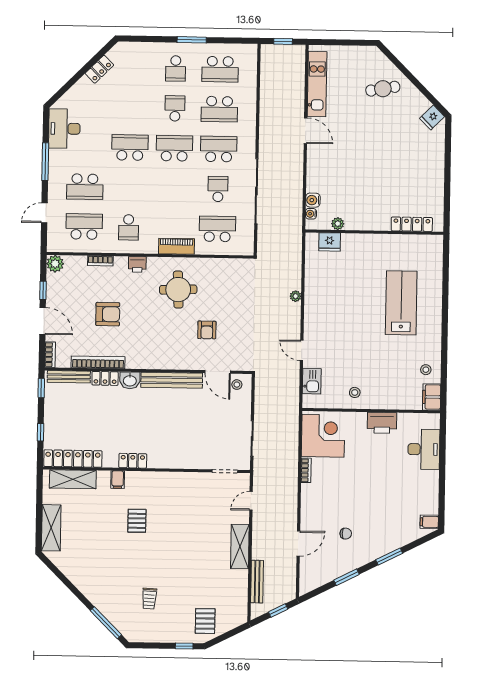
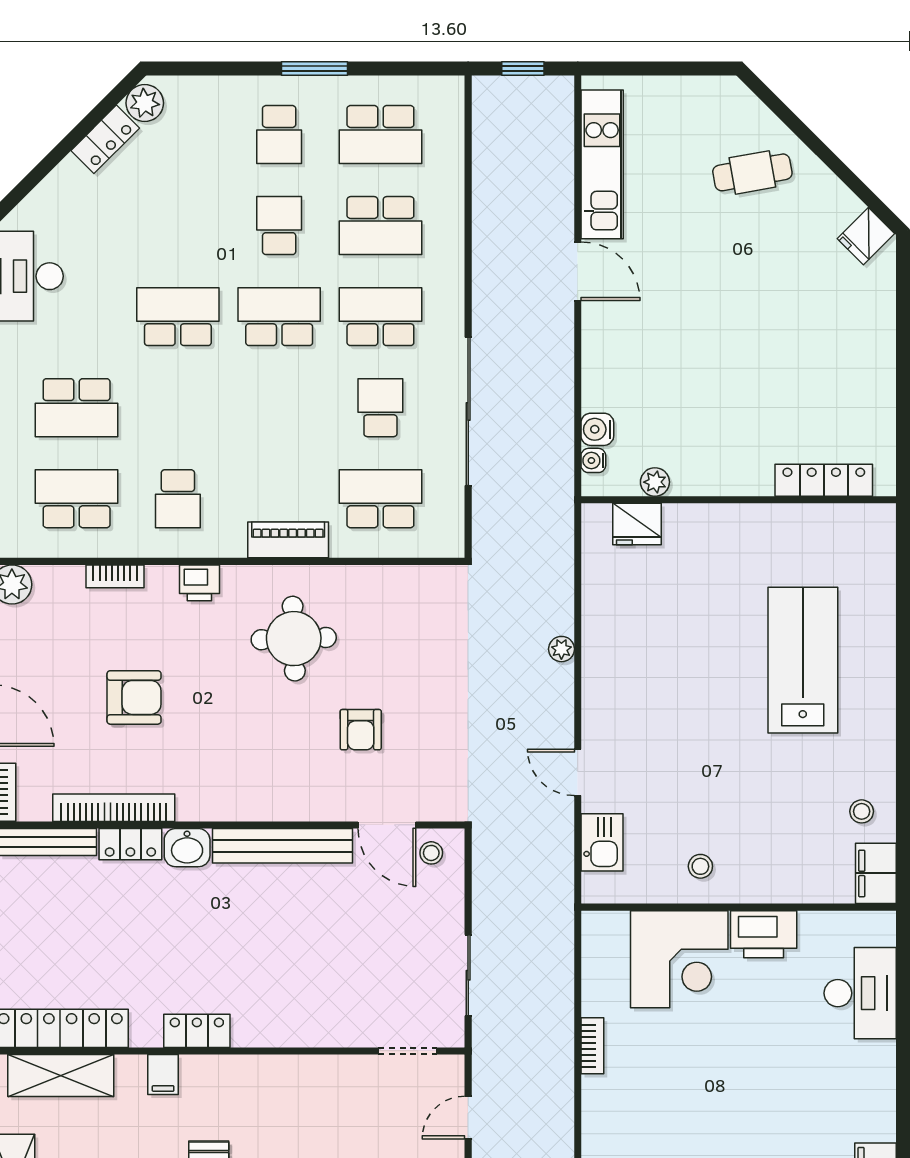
plant: (117, 54) -> (145, 103), added
corner desk: (323, 436) -> (679, 959), moved, turned 90

